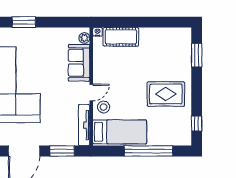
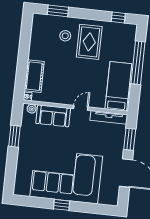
window: (24, 22) -> (15, 136), moved
door: (91, 93) -> (81, 108), hinge flipped
stool: (104, 107) -> (65, 36), moved

